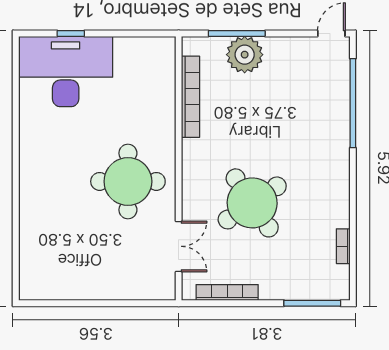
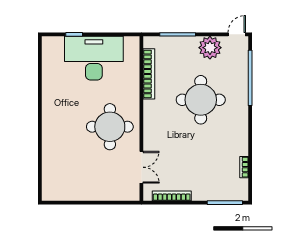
plant: (245, 55) -> (210, 48), moved
desk: (66, 71) -> (94, 58), moved
round table: (252, 203) -> (201, 100), moved, turned 34

